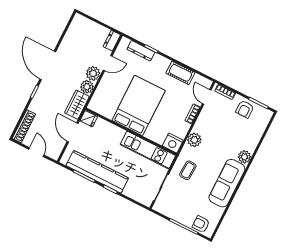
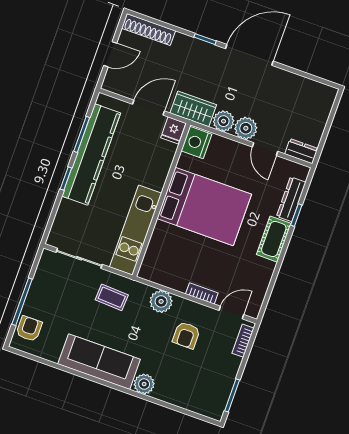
cot: (180, 73) -> (274, 239), moved
armchair: (245, 109) -> (186, 335), moved, turned -90
nightstand: (173, 143) -> (196, 143), moved

